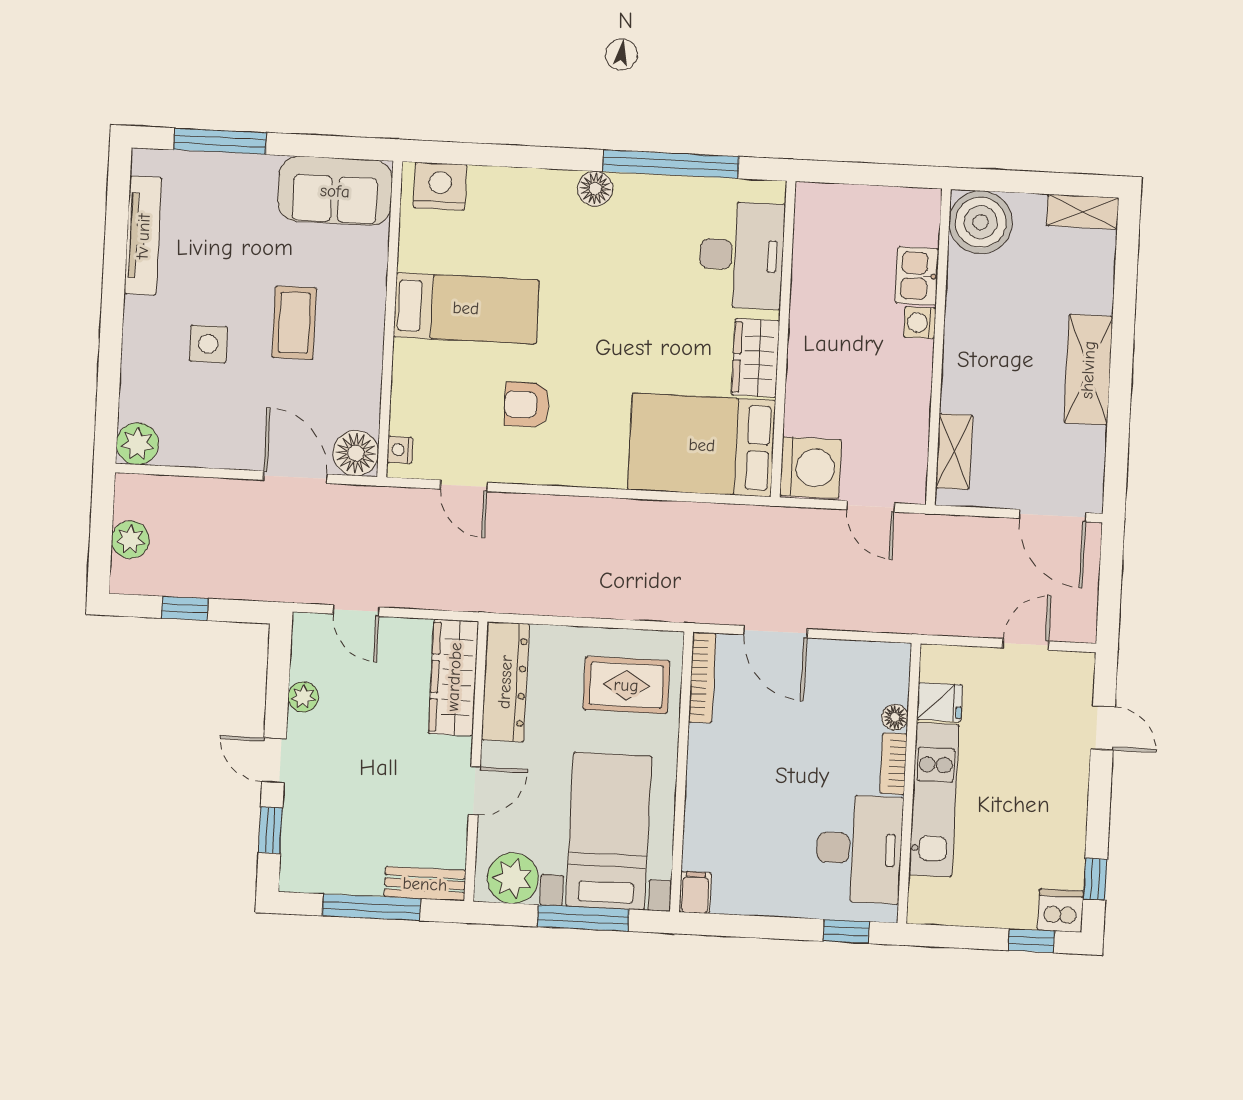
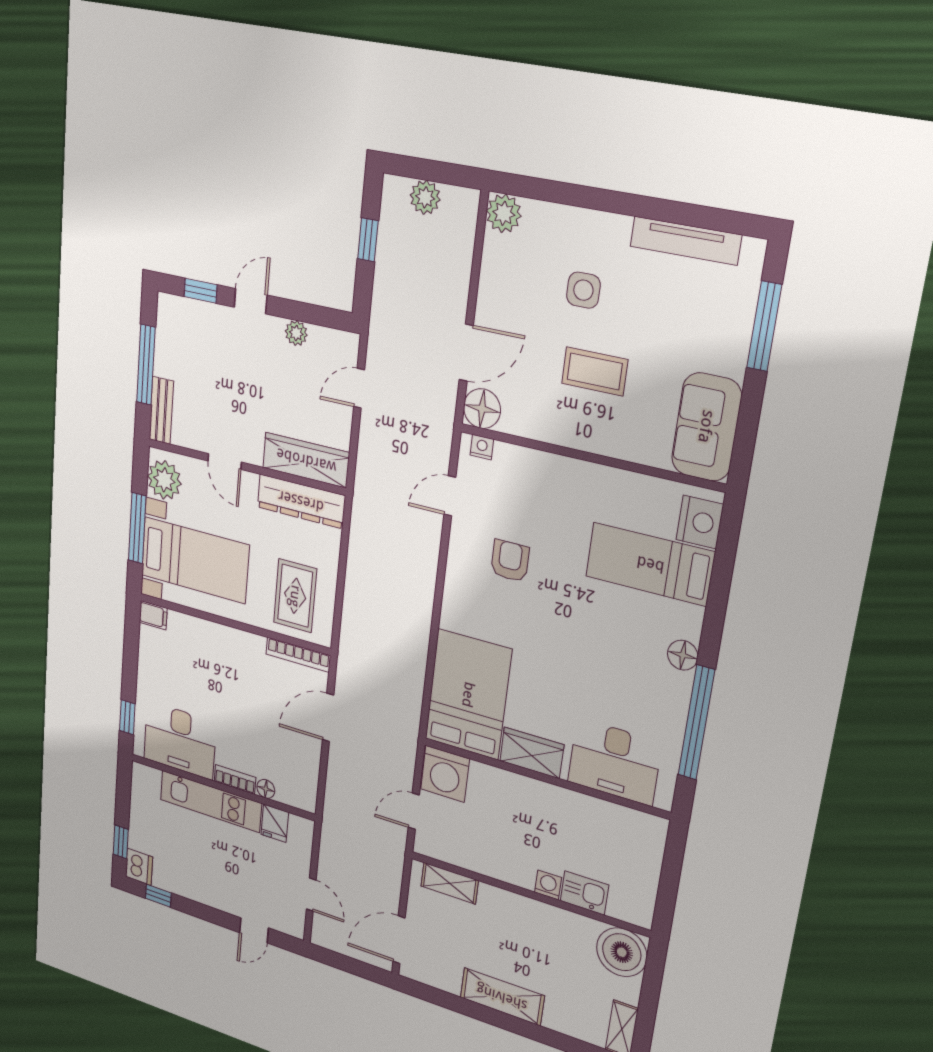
bed: (466, 308) -> (650, 564), moved, turned 90

